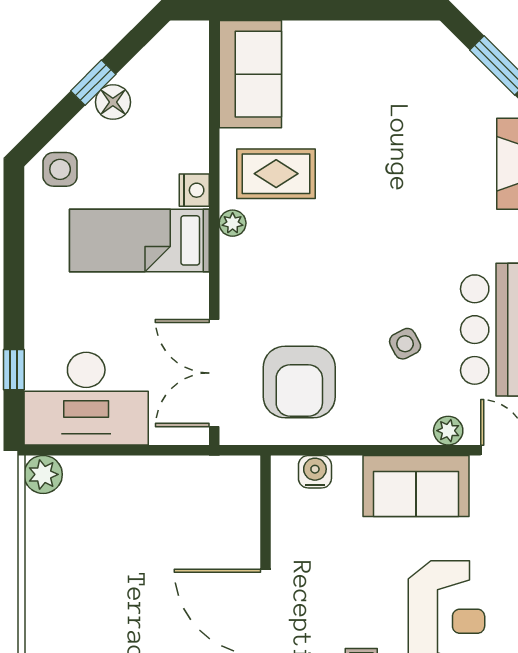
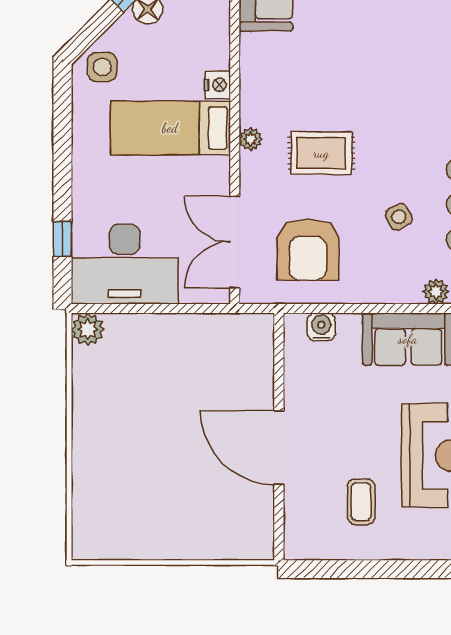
rug: (276, 174) -> (321, 153), moved
plant: (233, 223) -> (251, 139), moved

